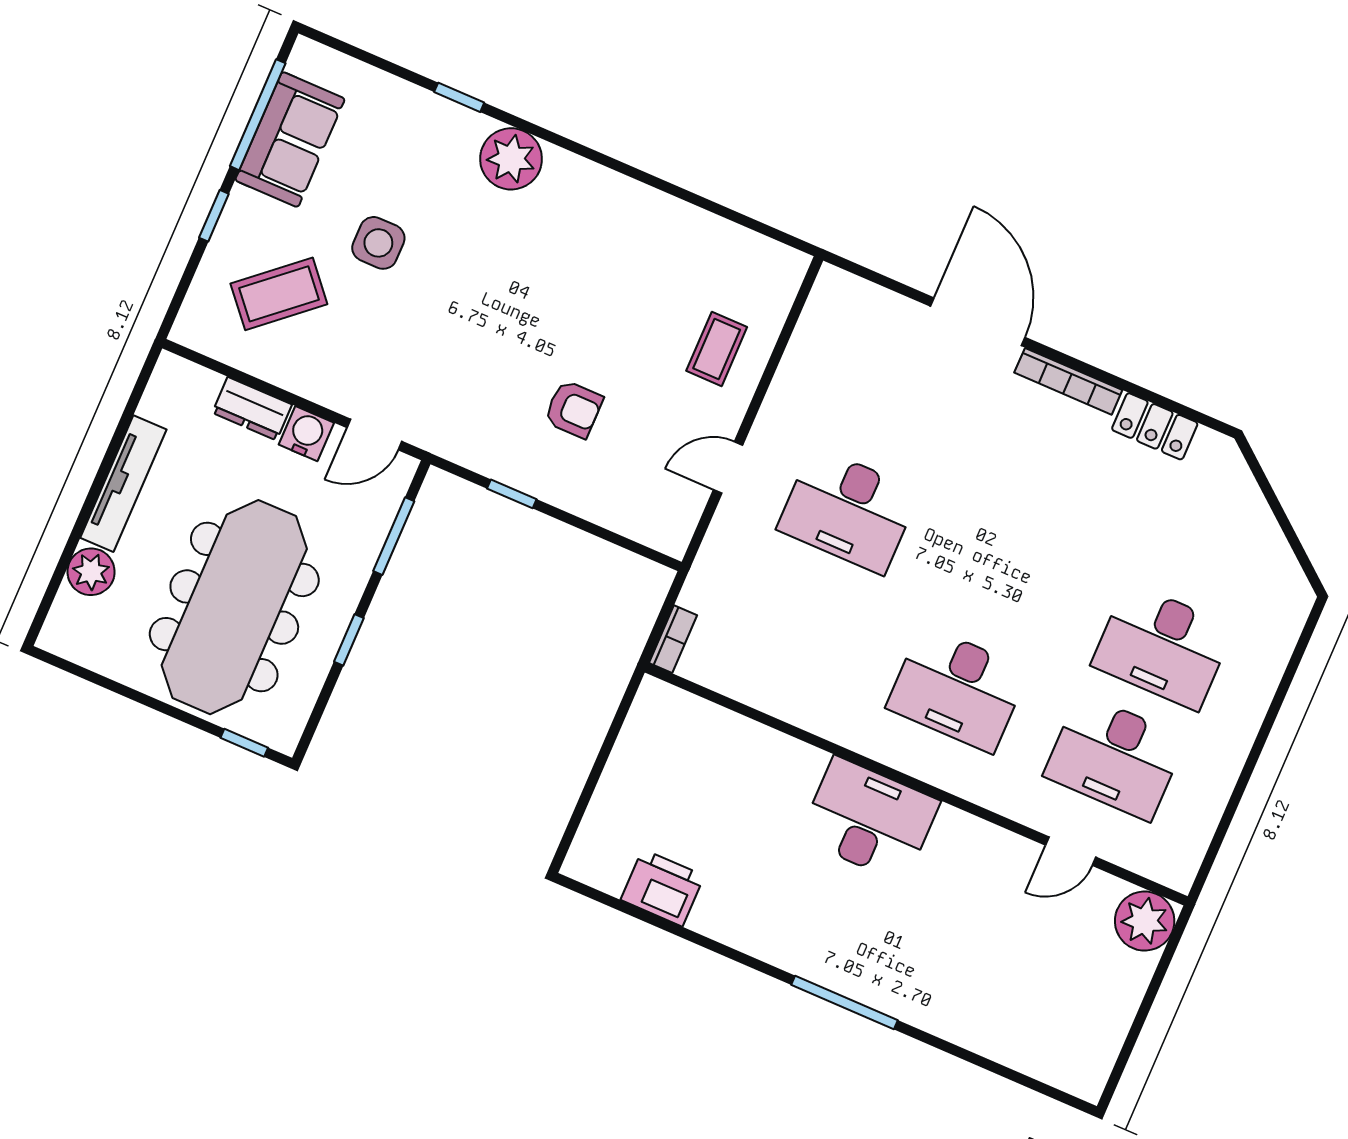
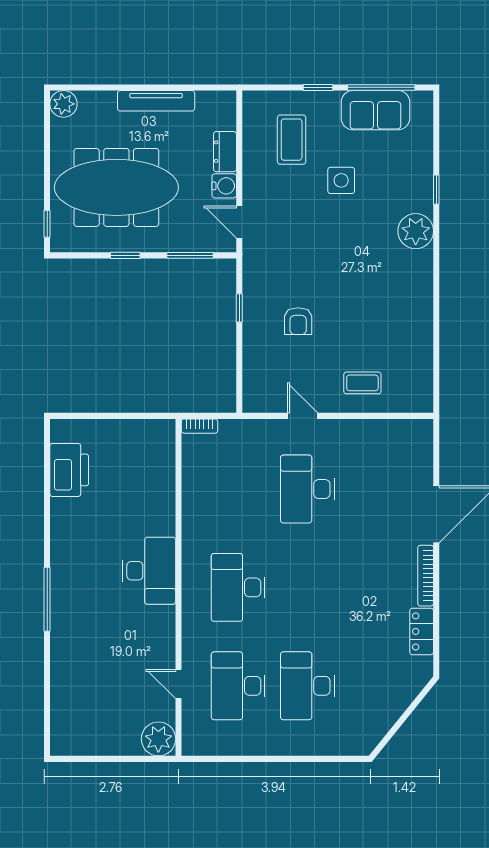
coffee table: (279, 294) -> (292, 140), turned 41
plant: (91, 572) -> (63, 104), moved
printer: (662, 888) -> (69, 470), width x1.37, depth x1.19

